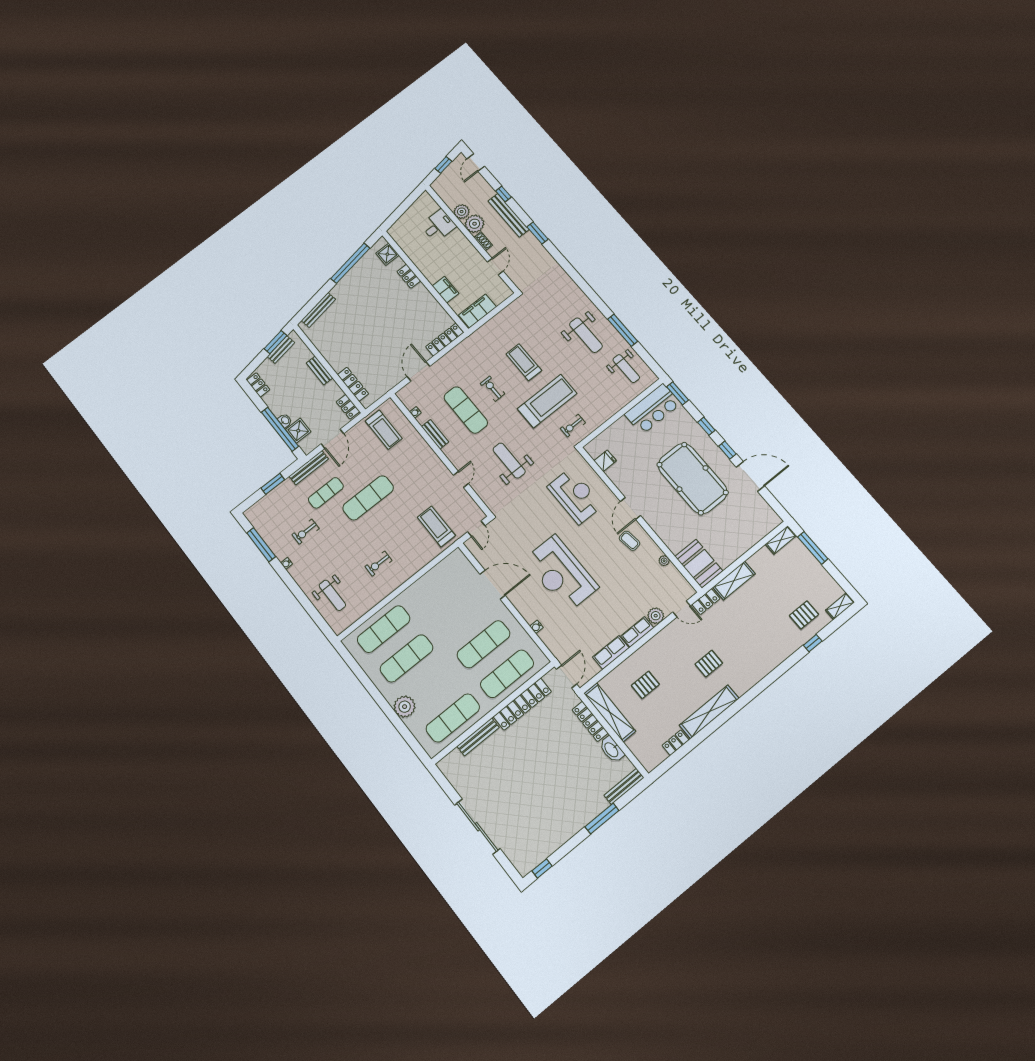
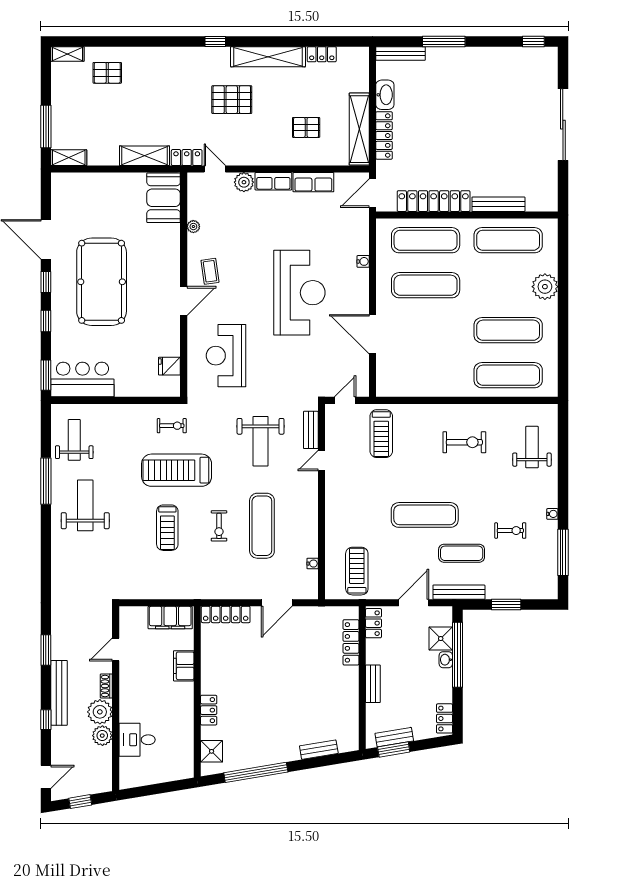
bench: (318, 310) -> (319, 750), width x0.73
bench: (435, 434) -> (311, 430), moved
exercise bike: (379, 564) -> (464, 442), width x1.38, depth x1.39
window: (813, 643) -> (215, 42), moved
pallet: (709, 664) -> (232, 100), width x1.50, depth x1.42

